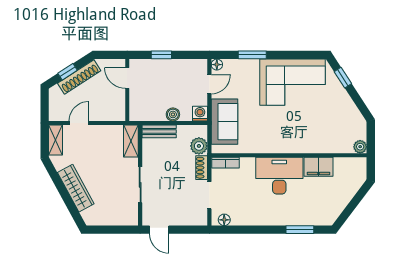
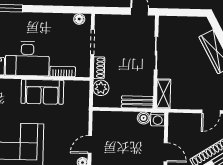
boiler: (173, 114) -> (144, 118), moved
washing machine: (200, 114) -> (158, 119), moved
sofa: (224, 122) -> (42, 92), moved, turned -90
bookcase: (226, 163) -> (63, 71), moved

